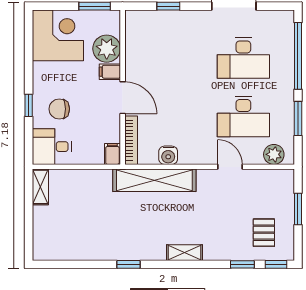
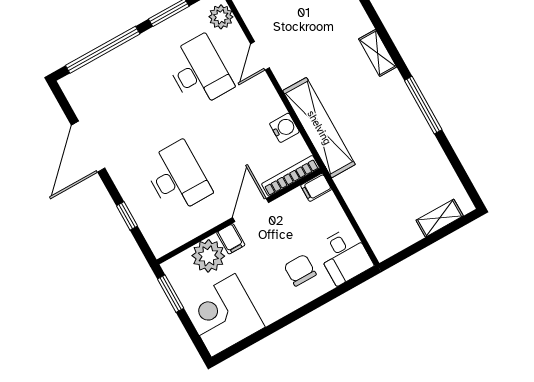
desk: (243, 58) -> (177, 177), moved
window: (29, 105) -> (314, 305), removed
chair: (59, 109) -> (300, 270), turned 180
shelving: (40, 187) -> (440, 218), moved
window: (128, 264) -> (423, 105), width x2.17

